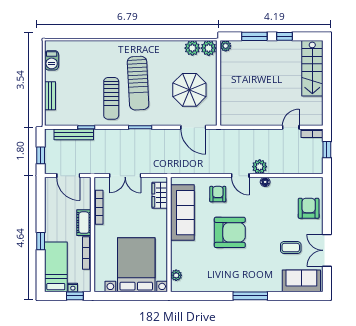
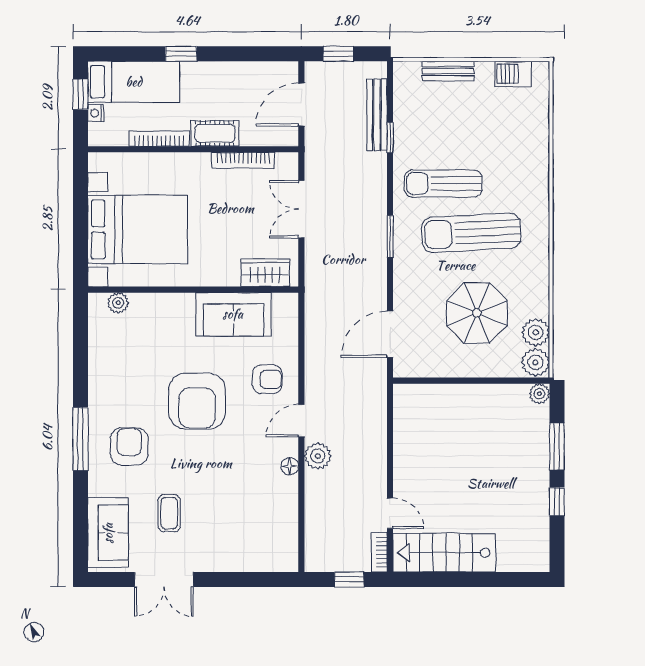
stairs: (312, 68) -> (444, 553), moved
parasol: (189, 90) -> (477, 313), moved
armchair: (309, 208) -> (129, 446), moved, turned -90
sofa: (182, 213) -> (233, 314), width x0.73
double door: (327, 250) -> (164, 579), swing flipped
window: (75, 296) -> (80, 94), moved

